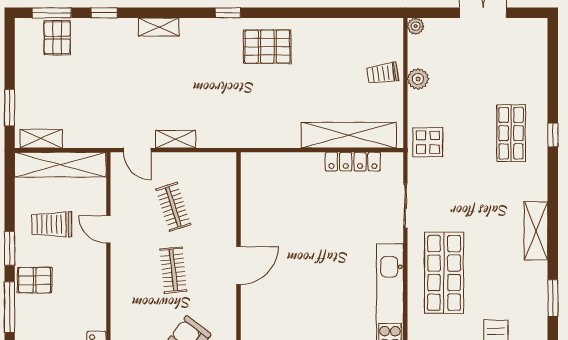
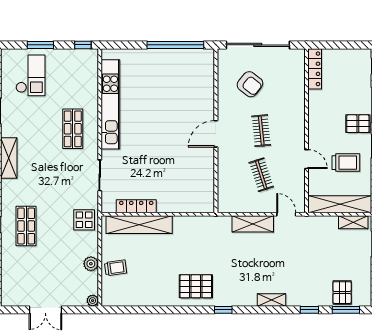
shelving: (176, 139) -> (253, 224), width x1.50, depth x1.33
shop shelf: (444, 273) -> (73, 129), width x0.70, depth x0.74

